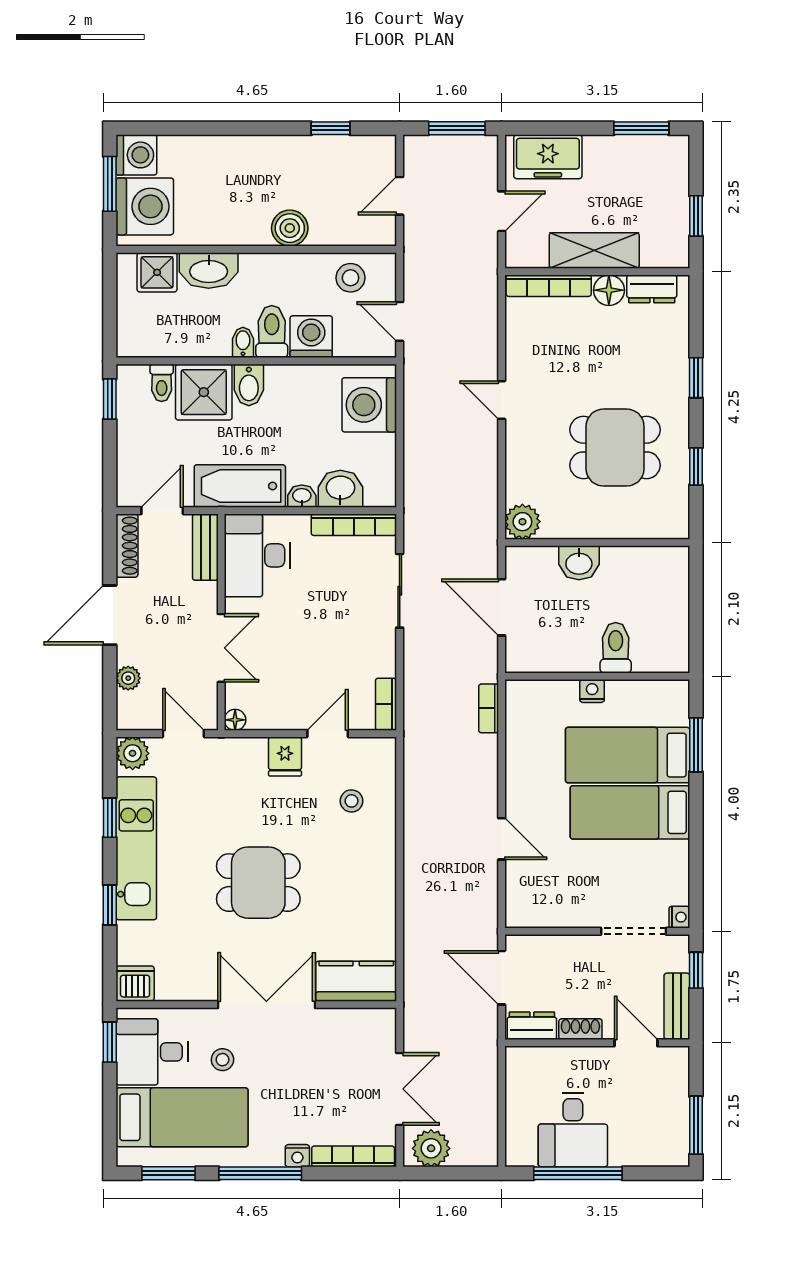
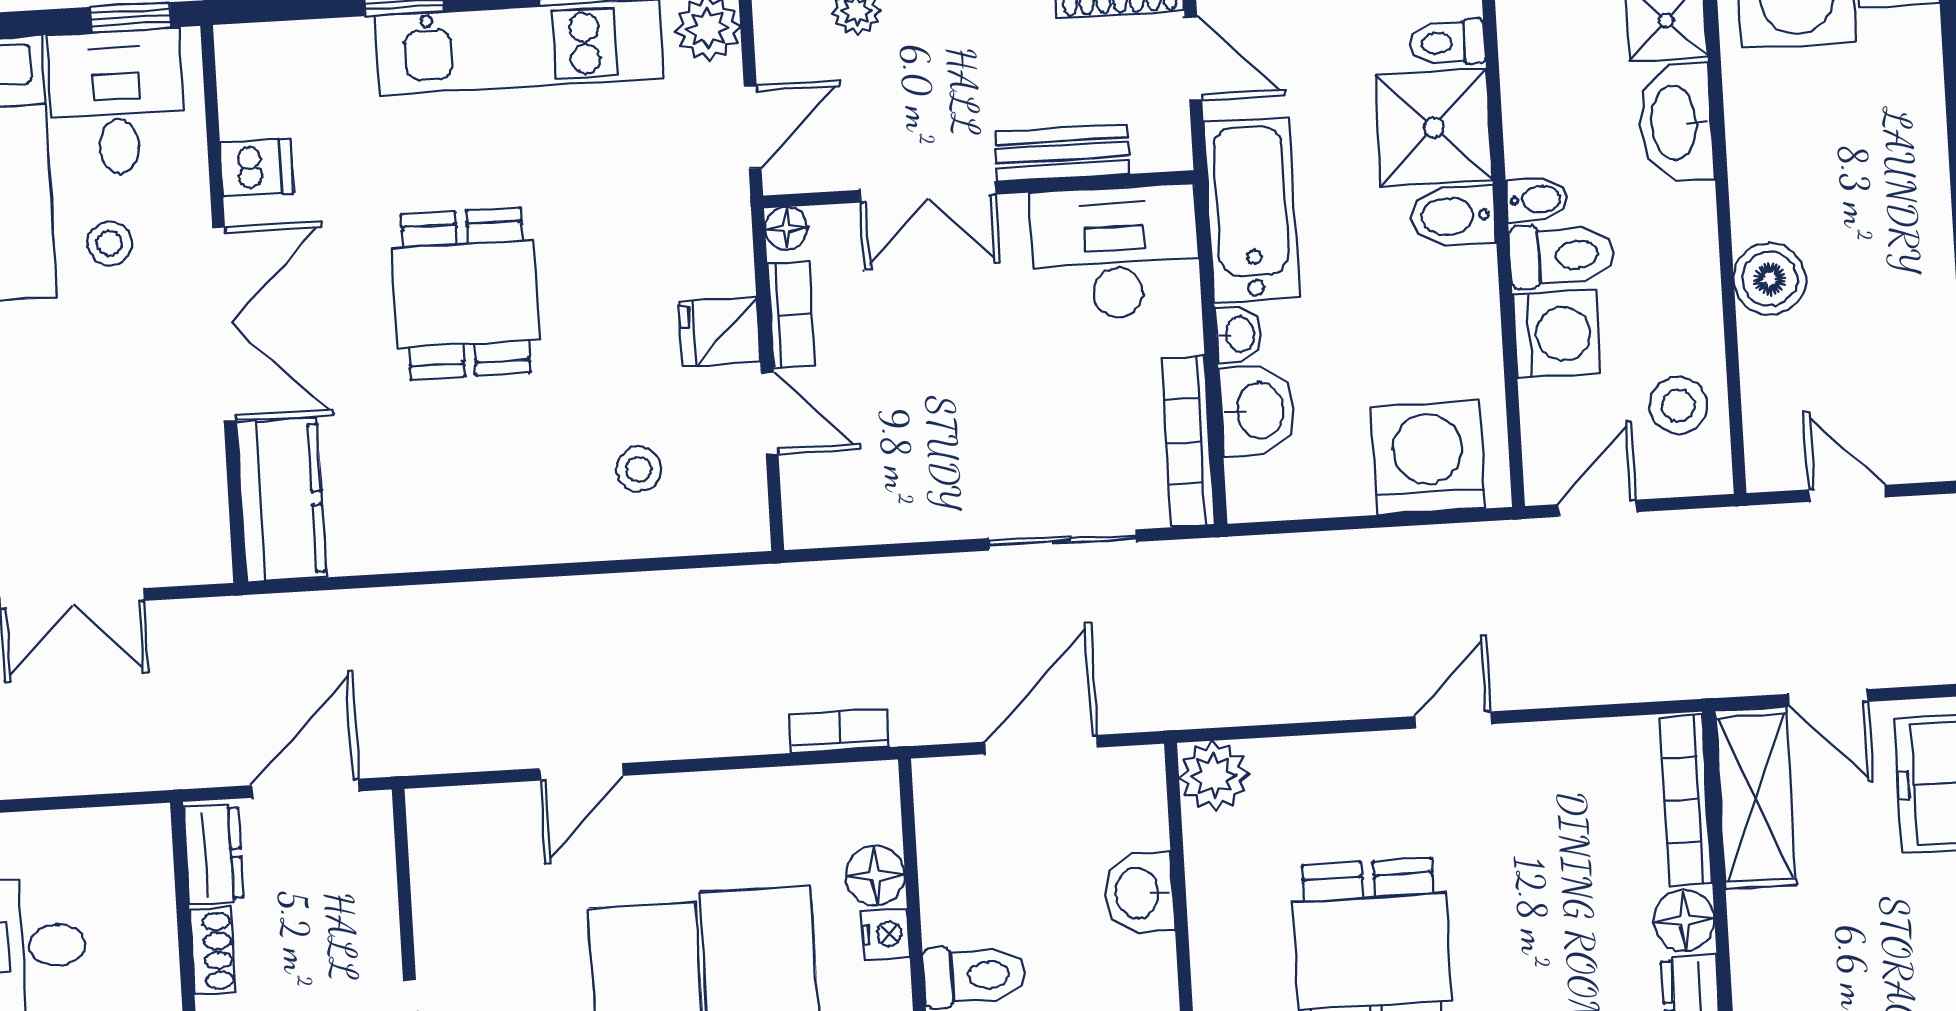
shelving: (594, 251) -> (1756, 798), moved
bench: (205, 547) -> (1062, 153), moved
floor lamp: (562, 694) -> (875, 876), added
bookcase: (386, 704) -> (791, 314), moved, turned 90
dishwasher: (135, 984) -> (257, 167), moved, width x0.73

